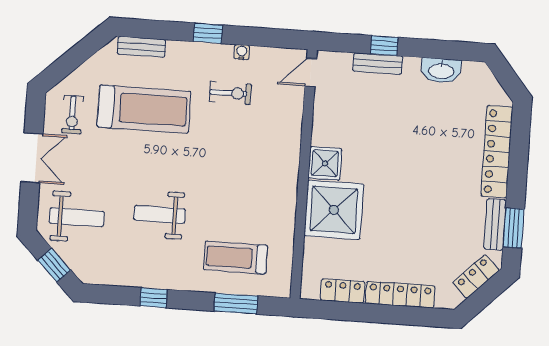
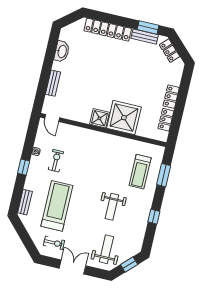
window: (384, 46) -> (44, 78), removed
locker: (400, 295) -> (171, 97), width x0.66

